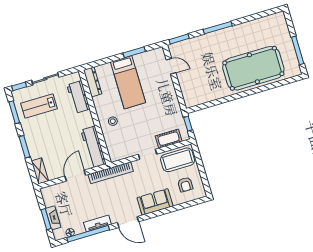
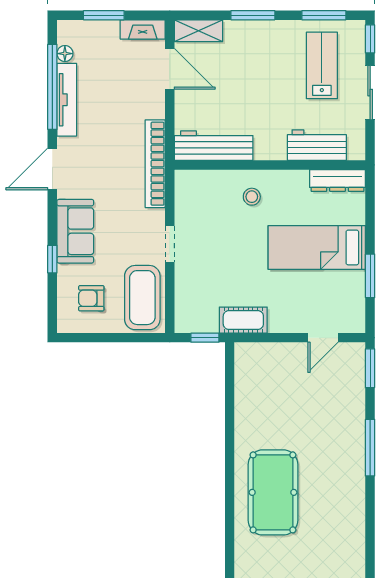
pool table: (253, 68) -> (273, 492), width x0.73, depth x0.76
cot: (169, 139) -> (243, 320), moved, turned 90
door: (75, 176) -> (170, 69), moved
window: (172, 209) -> (52, 259), added
fireplace: (53, 218) -> (143, 29), moved
tv unit: (97, 223) -> (67, 100), width x1.41

